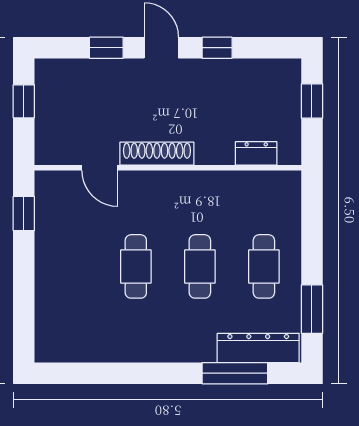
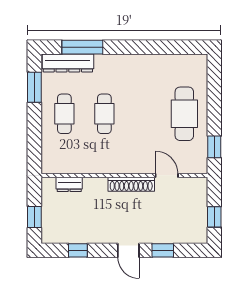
window: (217, 48) -> (78, 250), moved
cafe table: (136, 266) -> (184, 114), moved, width x1.37, depth x1.35

